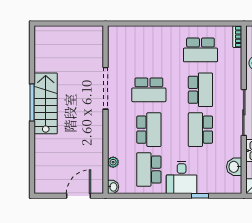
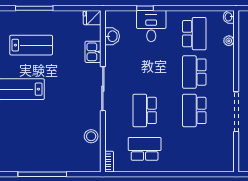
school desk: (149, 90) -> (194, 110), turned -90
school desk: (200, 130) -> (145, 72), removed
desk: (182, 177) -> (151, 26), moved

